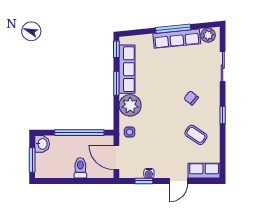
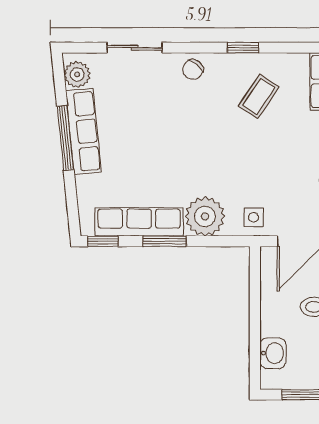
chair: (191, 98) -> (193, 69), moved
window: (223, 115) -> (243, 48), moved
window: (79, 133) -> (255, 309), removed
washbasin: (42, 144) -> (273, 353), moved, turned 90

